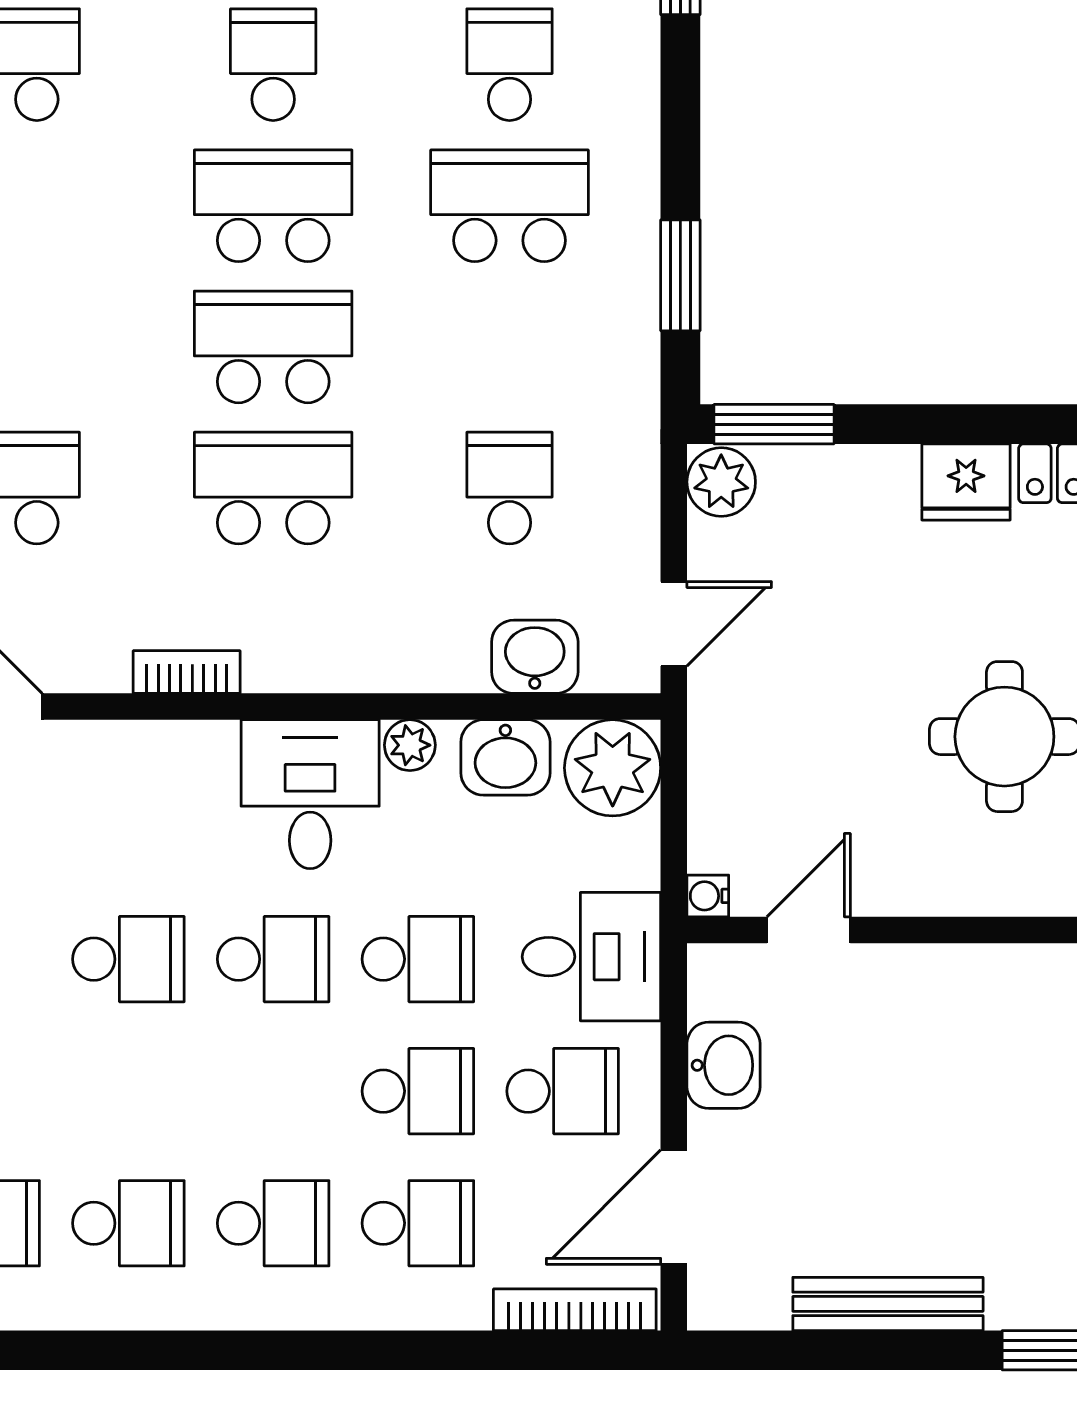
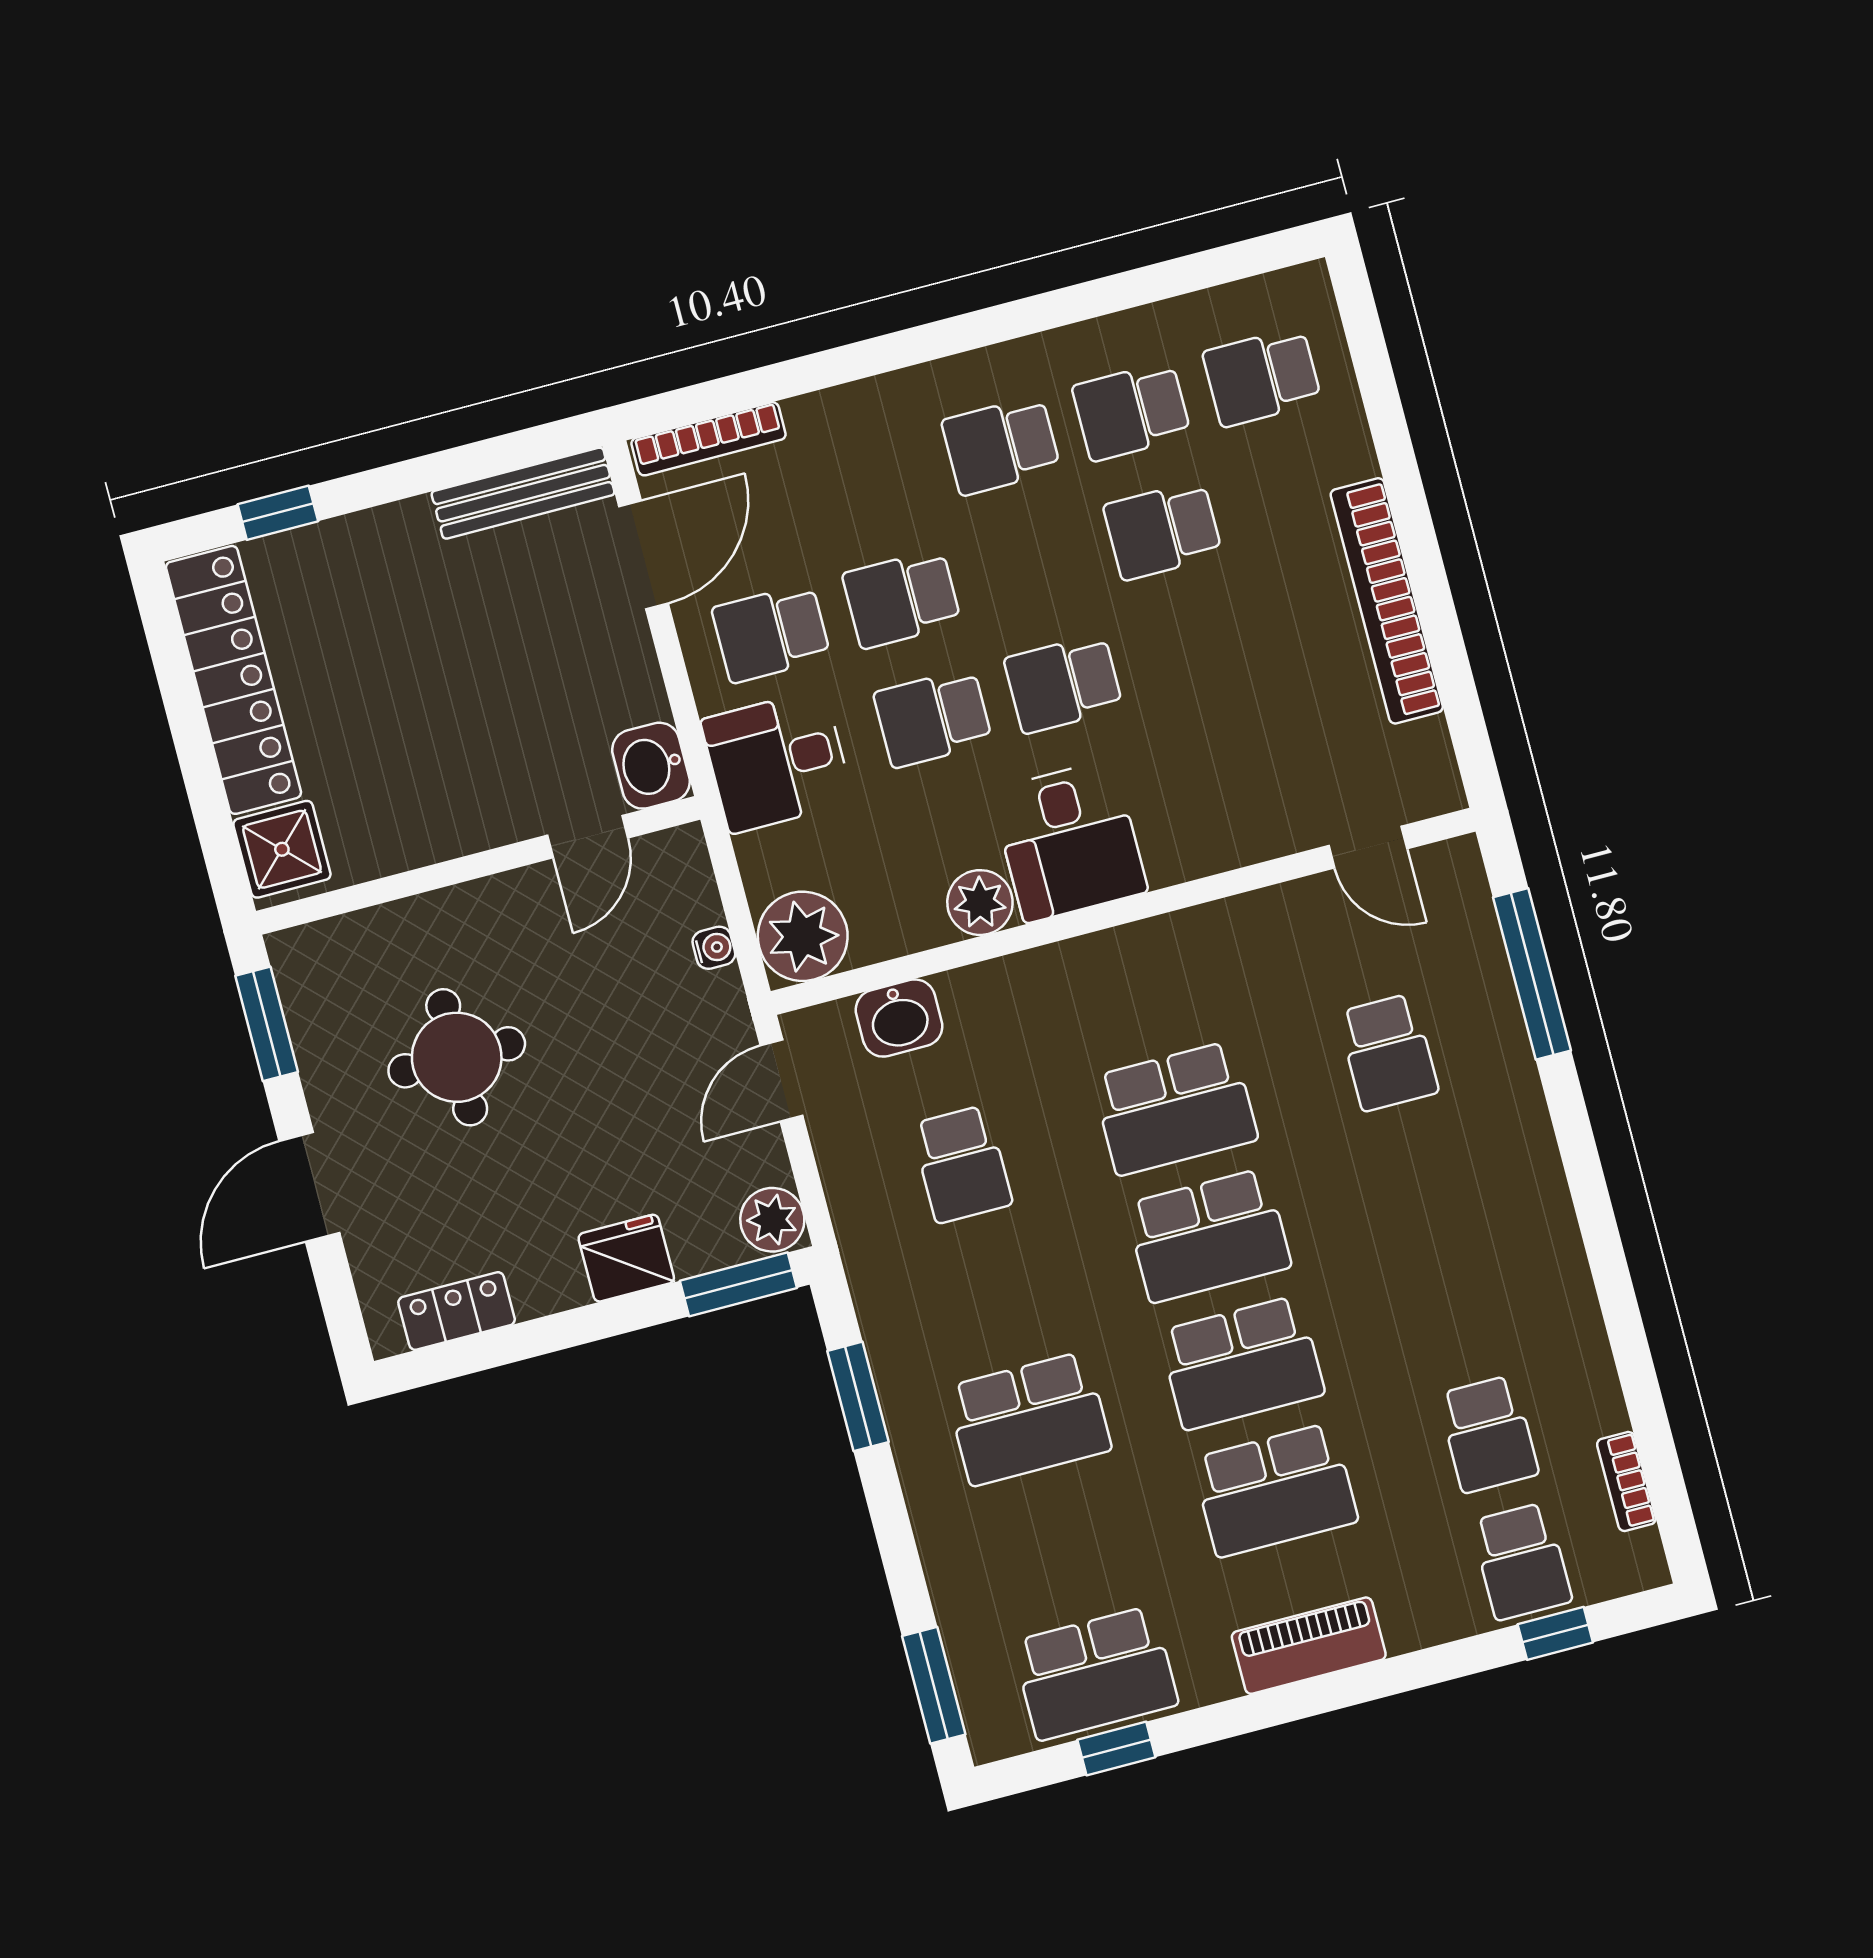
school desk: (273, 65) -> (1275, 1490), width x1.85
school desk: (509, 65) -> (1062, 1546), removed
fridge: (966, 482) -> (626, 1258), moved
bookcase: (187, 672) -> (1209, 922), removed
plant: (410, 745) -> (980, 903), width x1.38, depth x1.38
washbasin: (505, 757) -> (902, 920), removed
water cooler: (708, 896) -> (714, 948), moved
school desk: (128, 959) -> (1163, 530), moved
washbasin: (723, 1065) -> (651, 766), moved
school desk: (418, 1223) -> (870, 480), removed
bench: (888, 1304) -> (523, 493), moved

